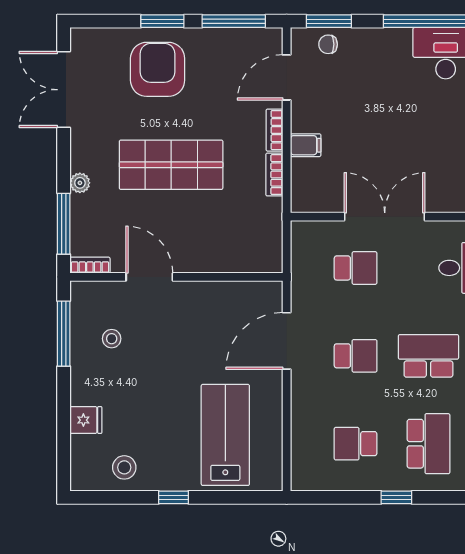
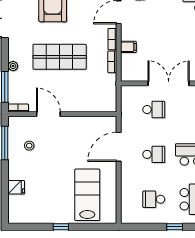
stool: (124, 467) -> (36, 211), removed

